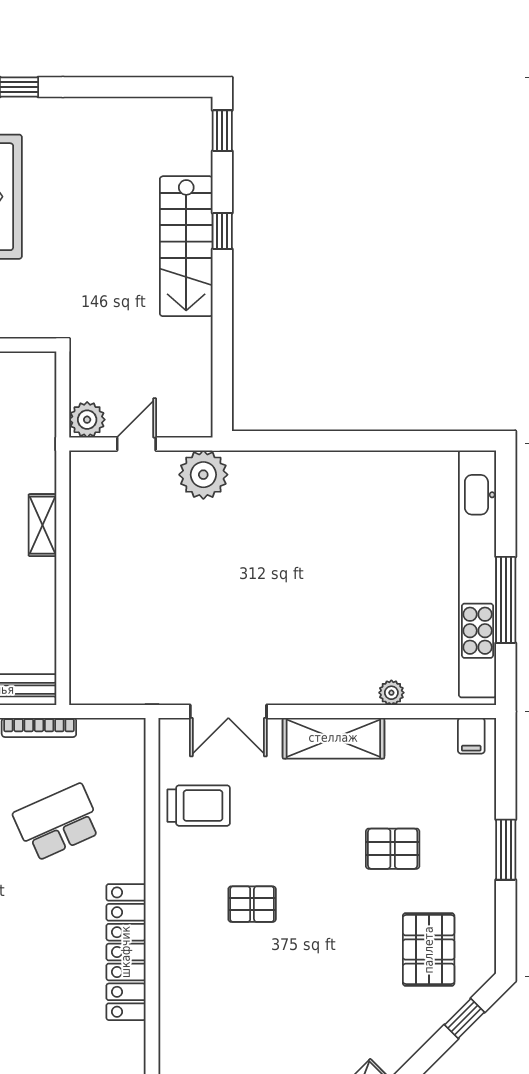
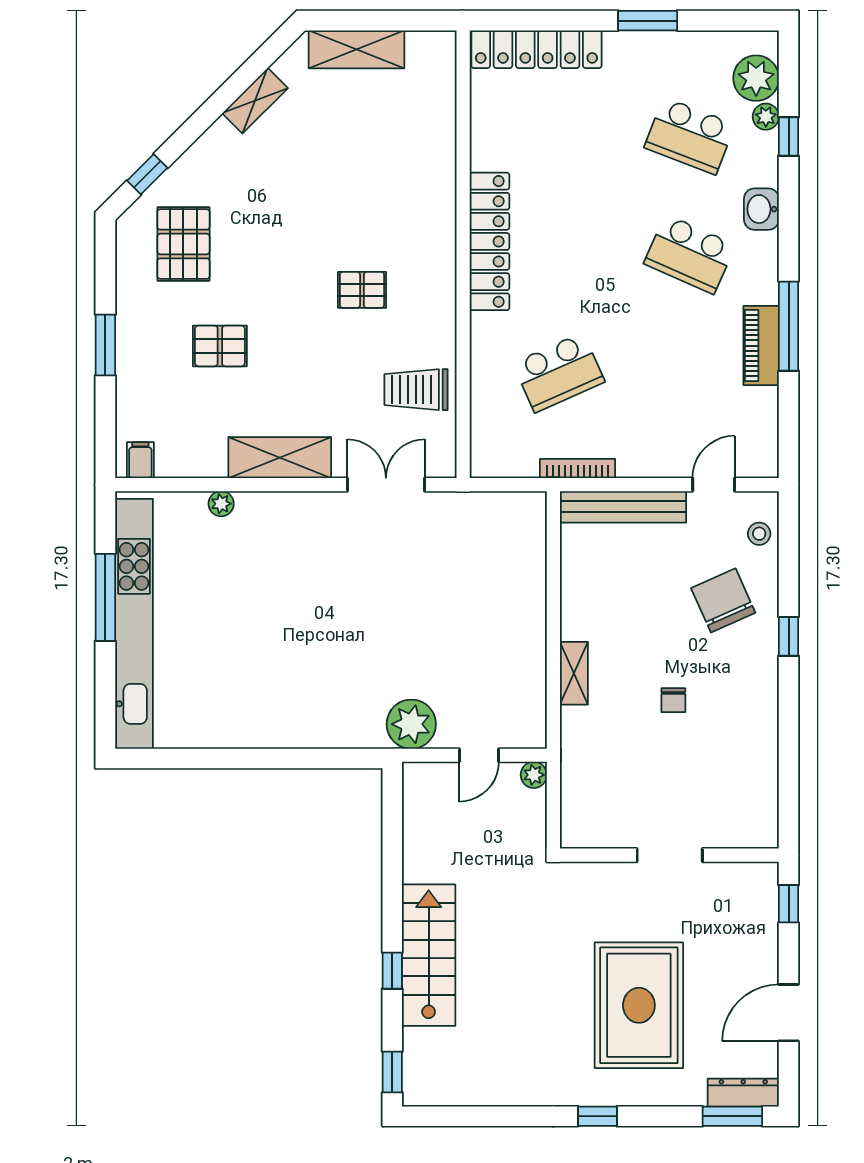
plant: (87, 420) -> (534, 775), width x0.73, depth x0.73

